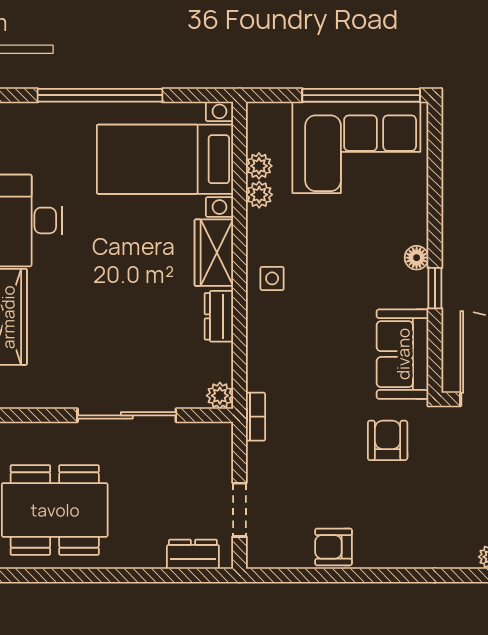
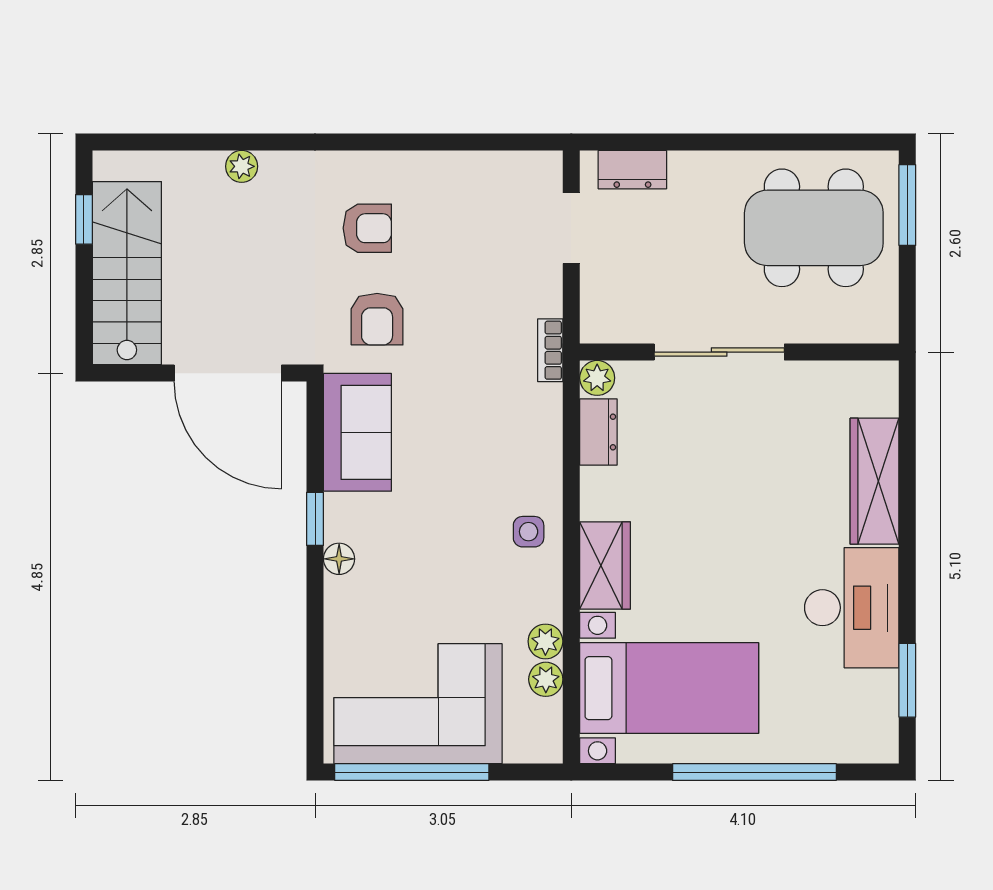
dresser: (219, 316) -> (598, 432), moved
armchair: (334, 547) -> (367, 228), moved

